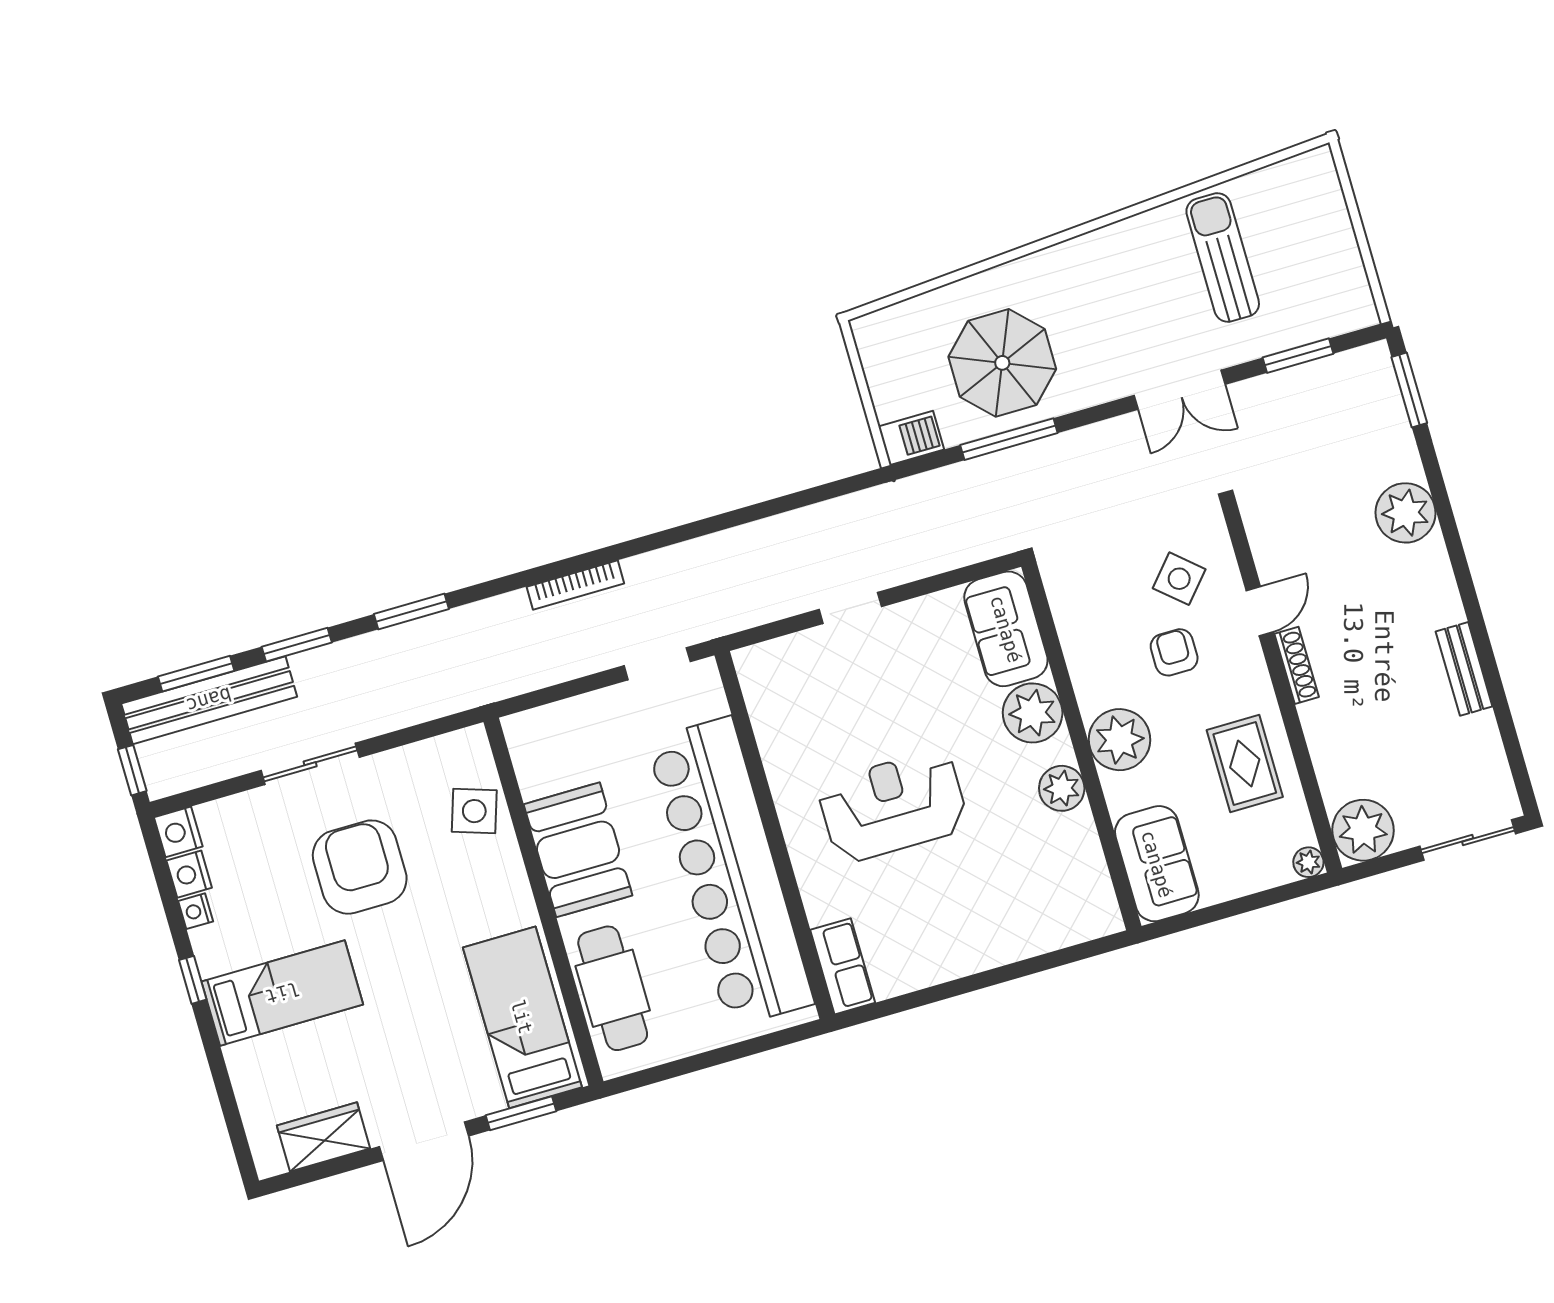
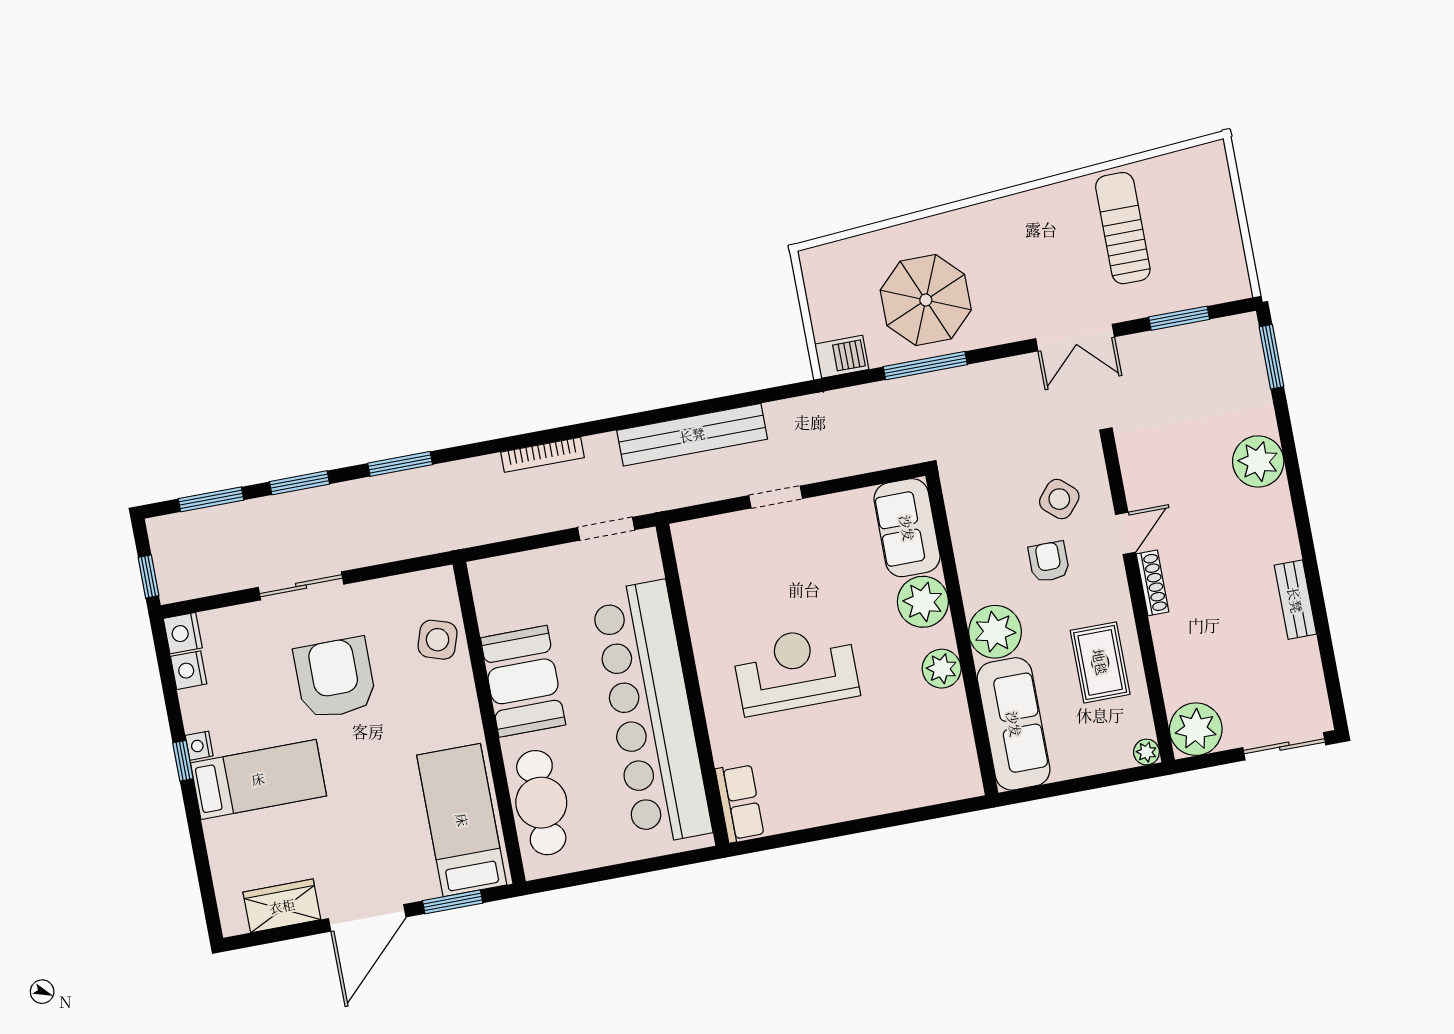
bench: (209, 700) -> (692, 435), moved
sofa: (1157, 864) -> (1014, 724), width x1.36
nightstand: (196, 911) -> (199, 746), moved

